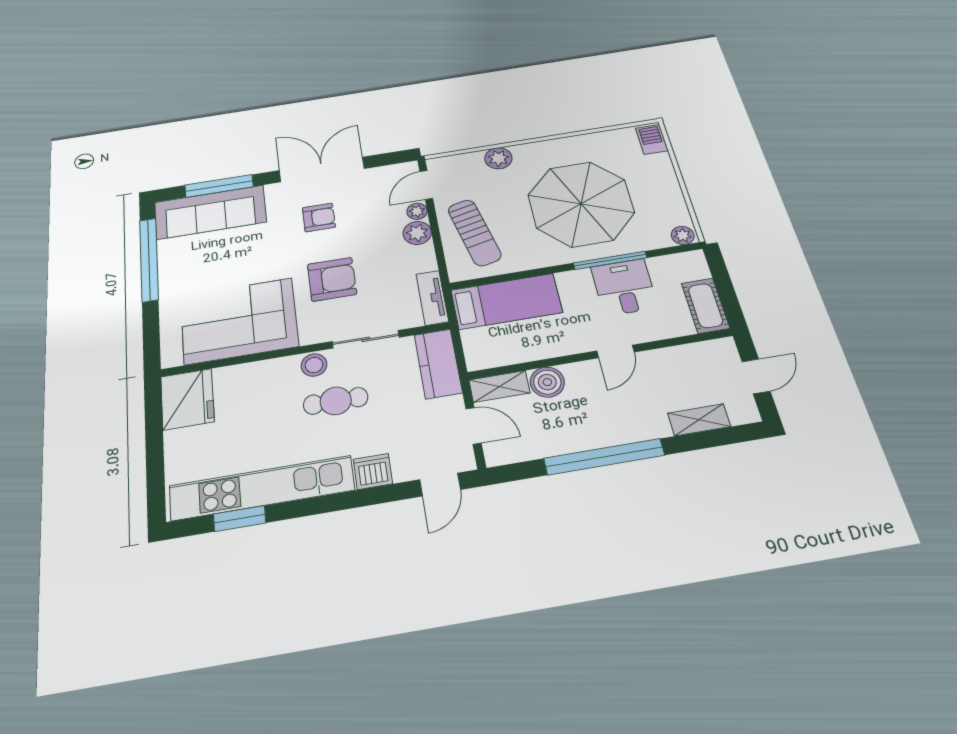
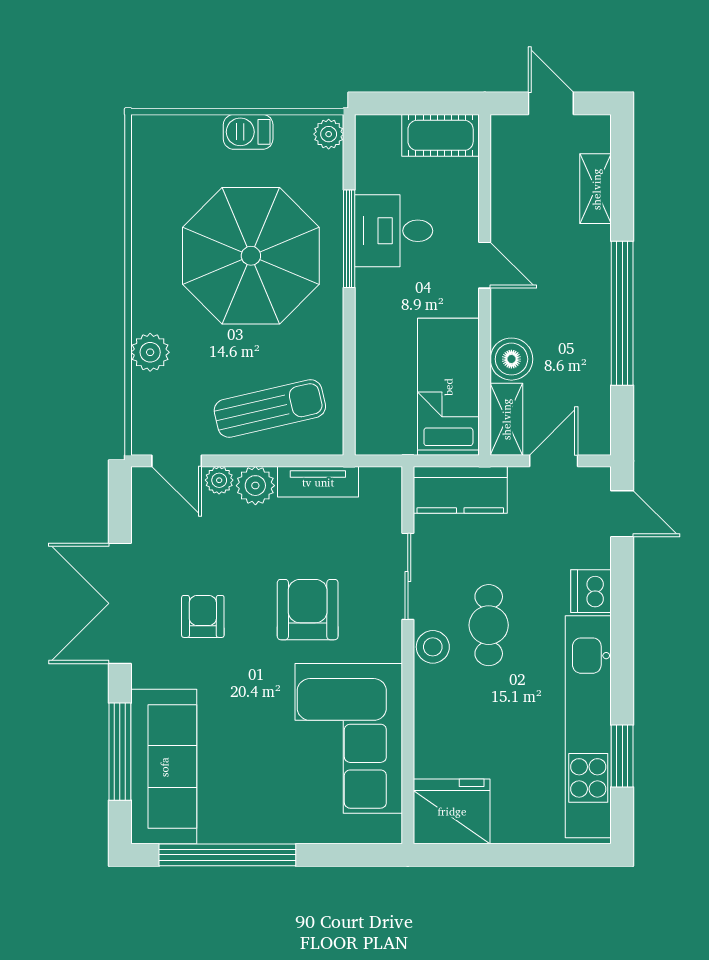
barbecue: (652, 139) -> (248, 132), moved
tv unit: (432, 298) -> (318, 482), moved
bed: (506, 301) -> (448, 387), moved

